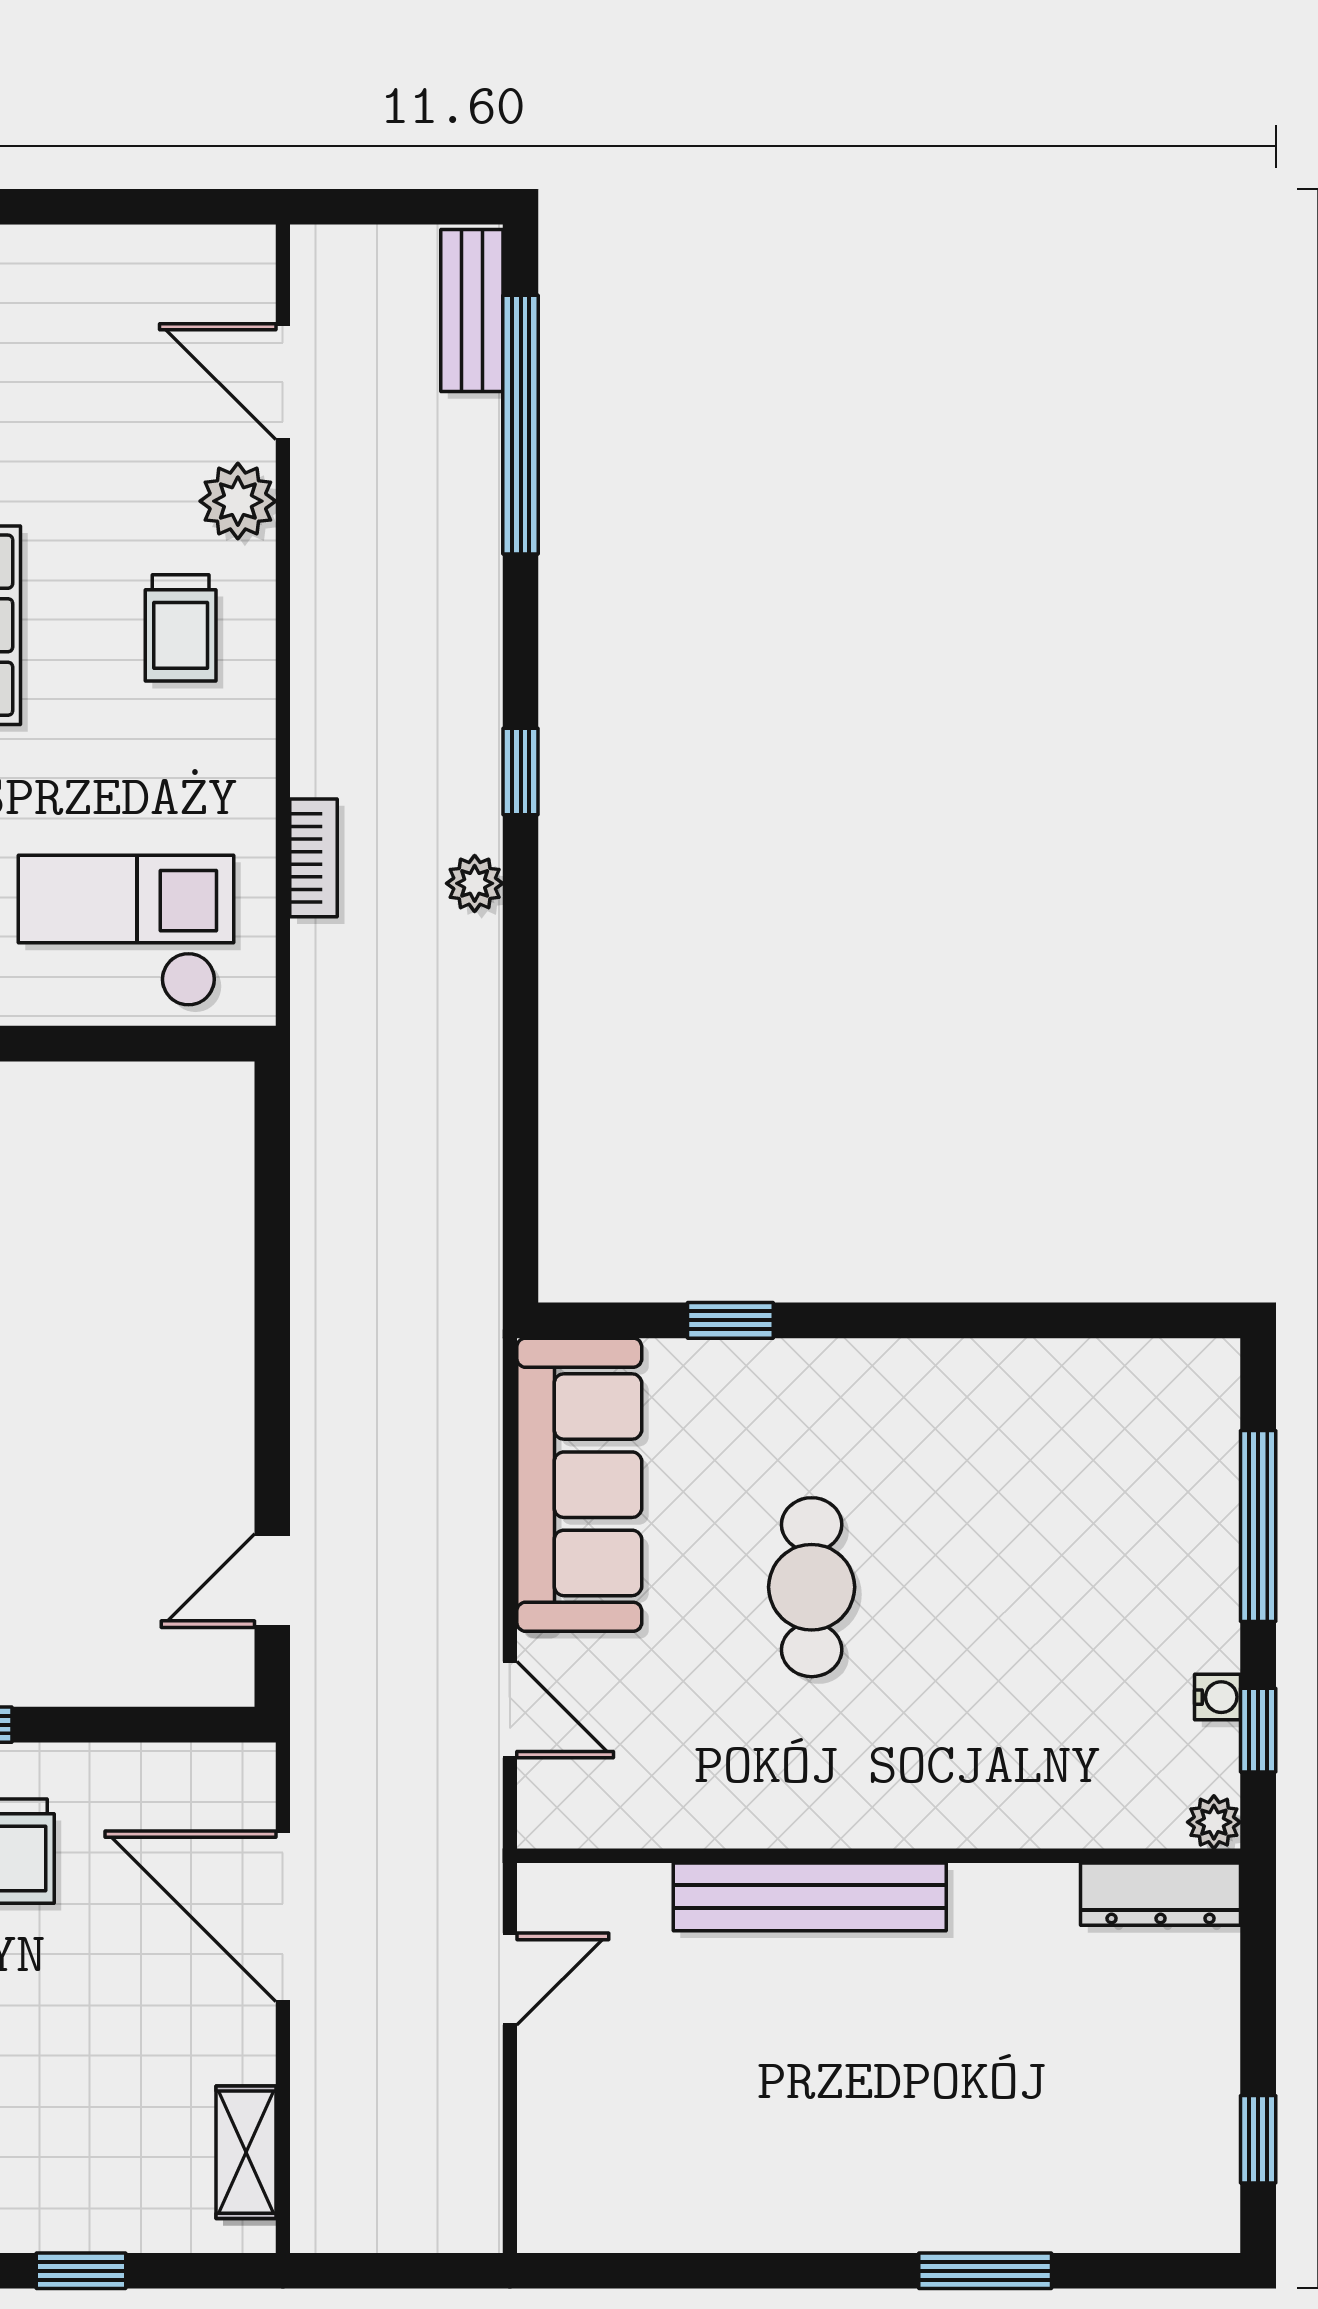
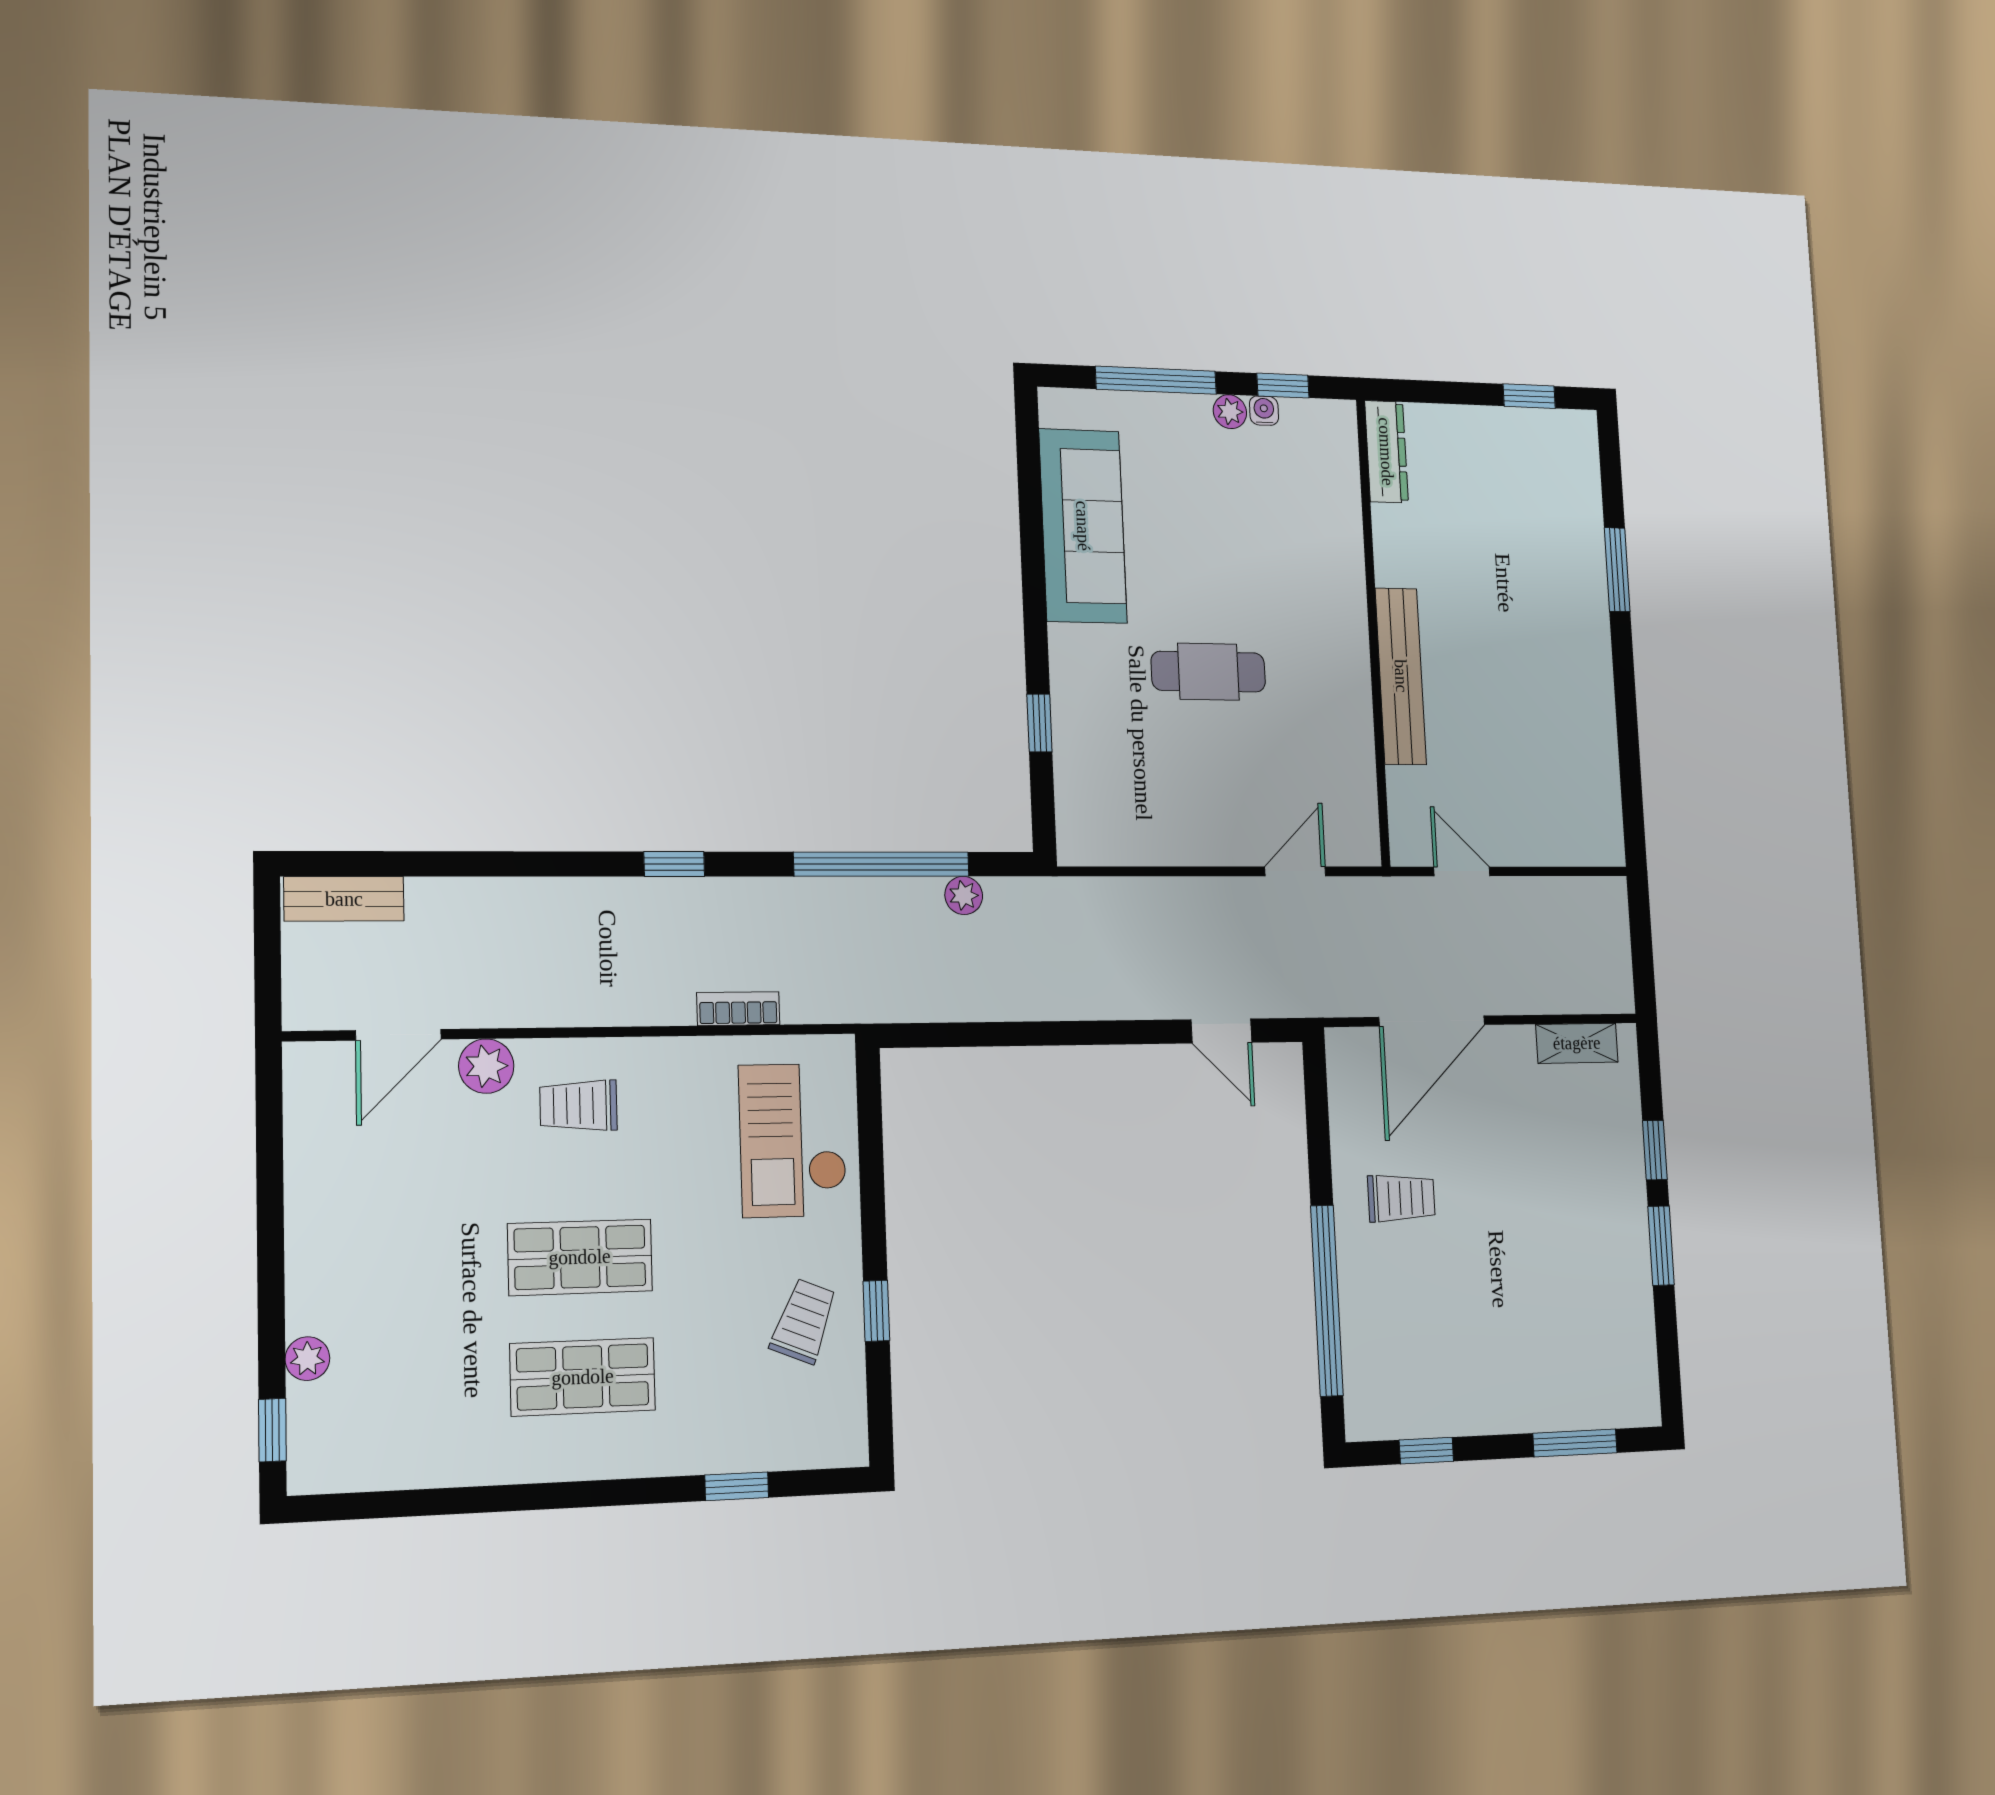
window: (521, 425) -> (882, 864), moved
trolley: (181, 628) -> (579, 1106), turned 180
plant: (475, 883) -> (964, 895), moved
sofa: (579, 1485) -> (1083, 526), moved, turned 90
plant: (1214, 1822) -> (1230, 412), moved

